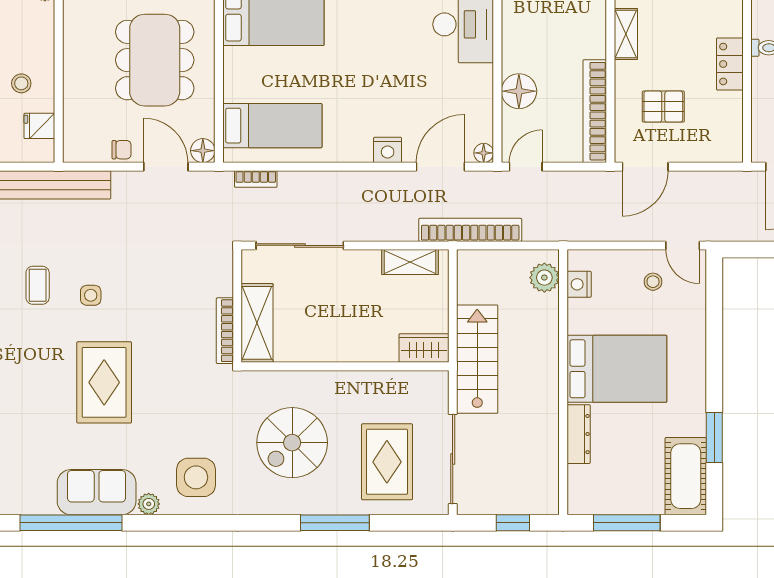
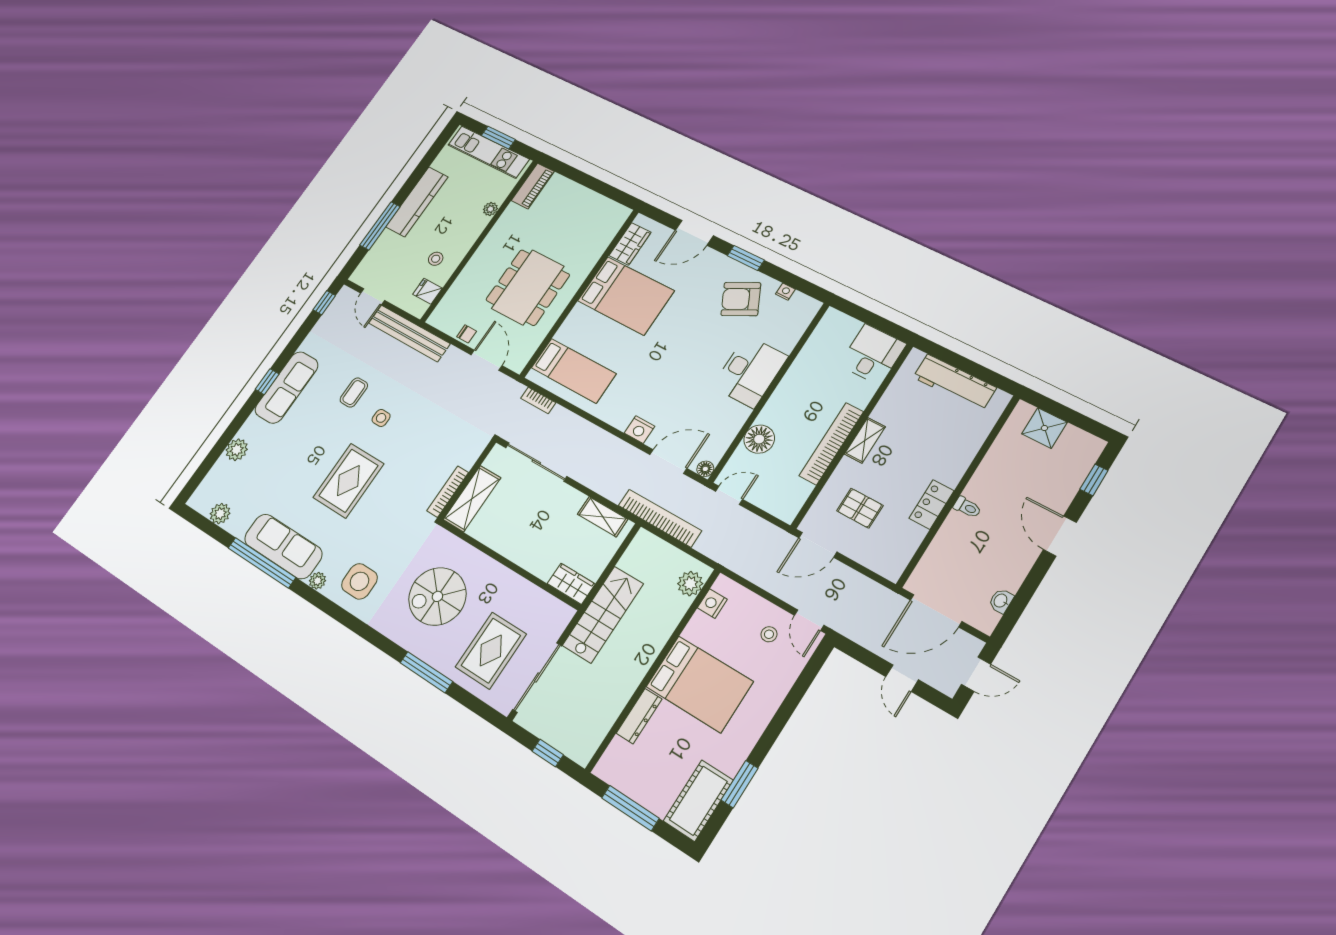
bookcase: (595, 111) -> (831, 444), moved
floor lamp: (203, 151) -> (517, 363), removed
sofa: (97, 492) -> (283, 546), width x1.36

